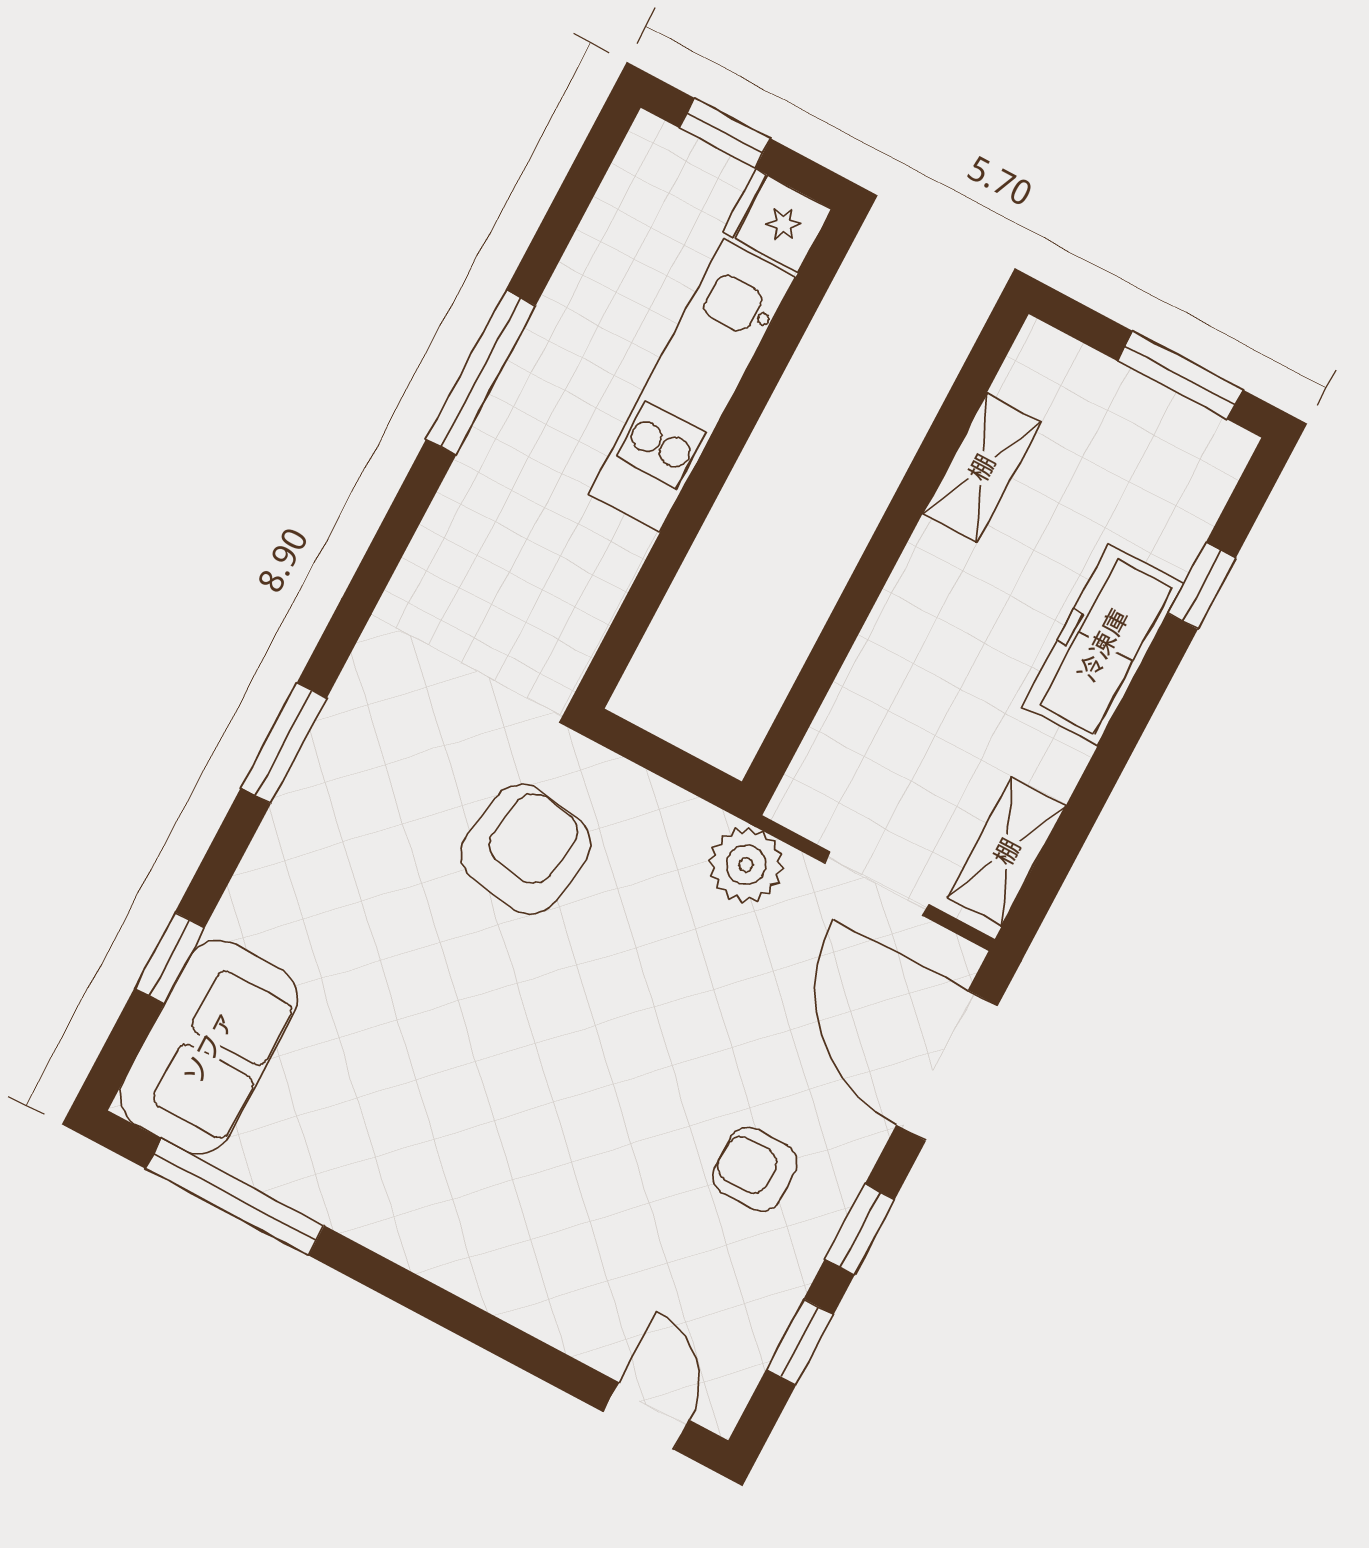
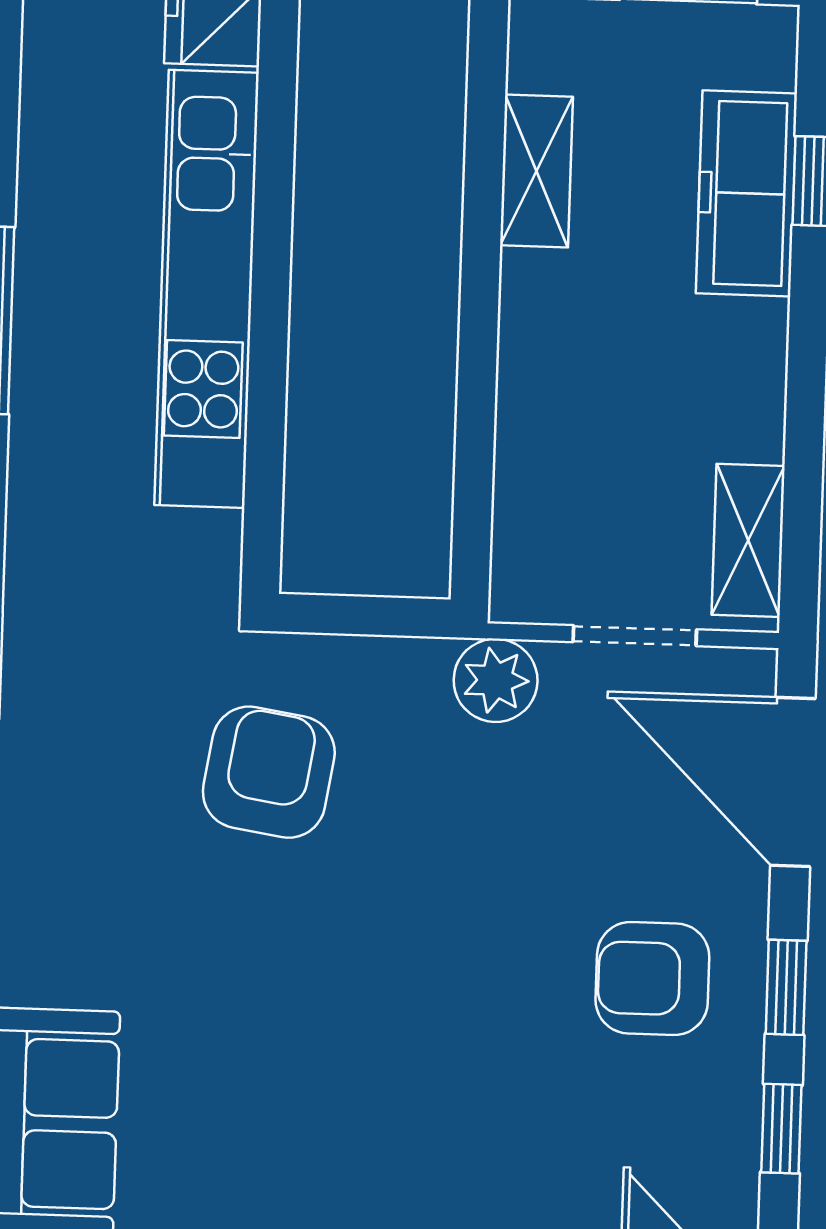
kitchen unit: (692, 386) -> (207, 289), width x1.36
freezer: (1103, 645) -> (746, 193), moved
armchair: (755, 1169) -> (652, 979), width x1.38, depth x1.38

